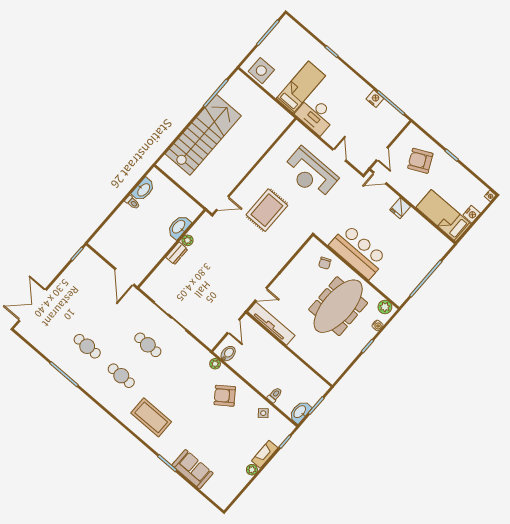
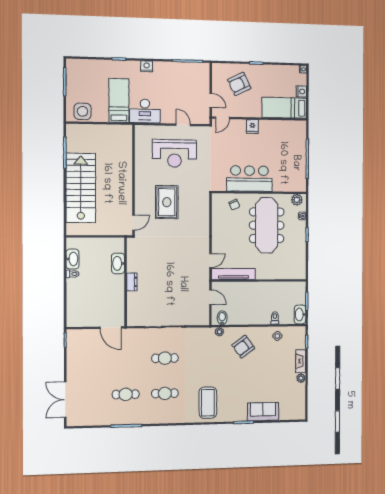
nightstand: (375, 99) -> (147, 66), moved
plant: (187, 240) -> (132, 267), removed
coffee table: (151, 417) -> (208, 403), turned 90

